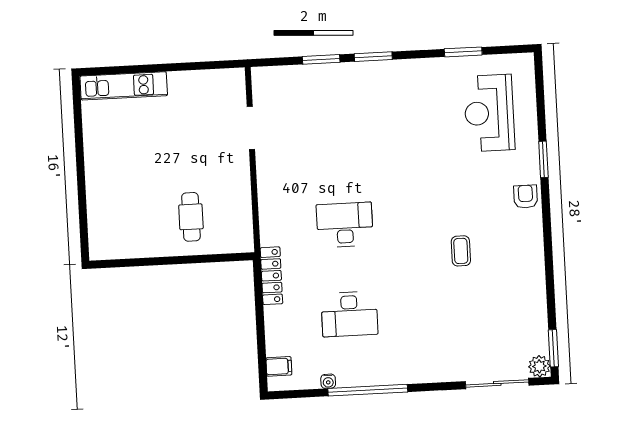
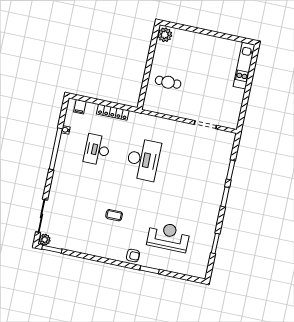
reception desk: (489, 113) -> (168, 237), moved
desk: (345, 225) -> (143, 160), width x1.36, depth x1.30
plant: (106, 246) -> (165, 35), added
locker: (271, 276) -> (113, 112), moved

